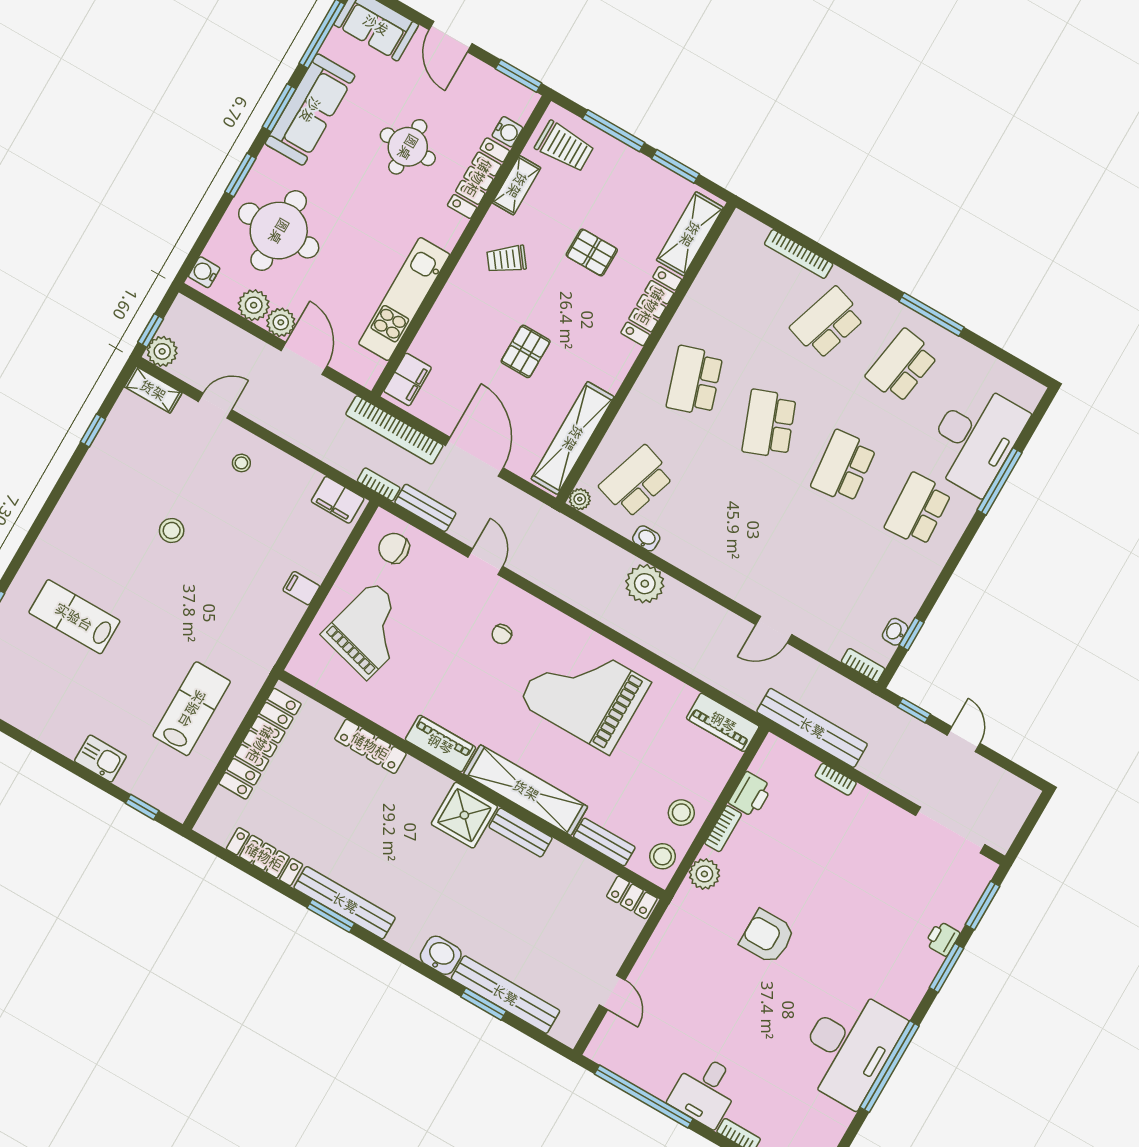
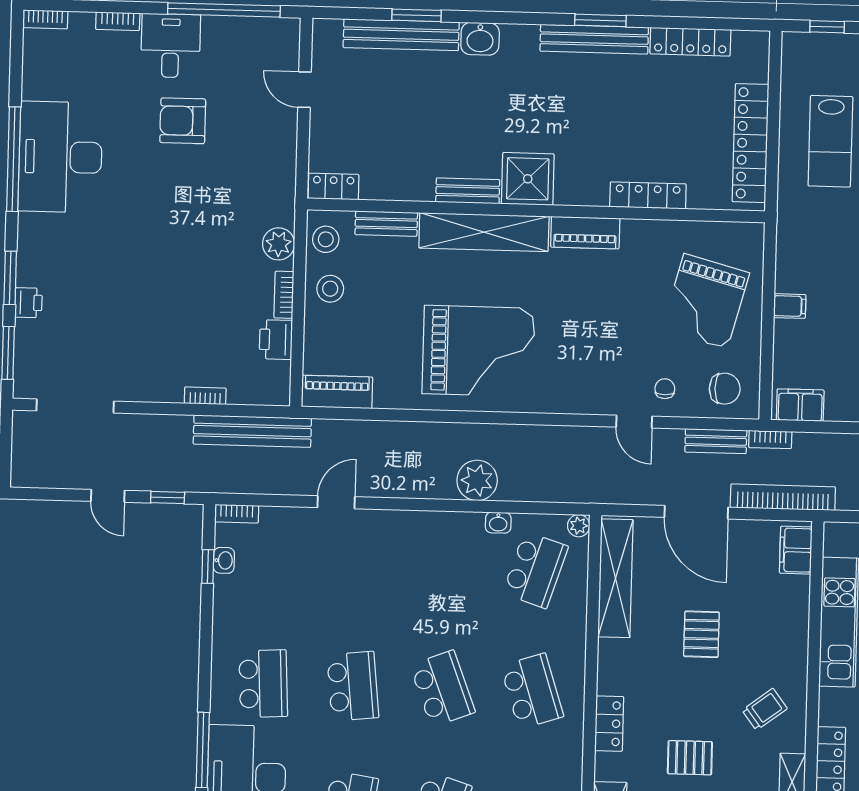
locker: (651, 306) -> (609, 724), width x0.66
chair: (502, 634) -> (665, 389), moved
armchair: (767, 937) -> (183, 121), moved, turned 180

